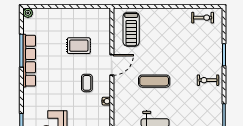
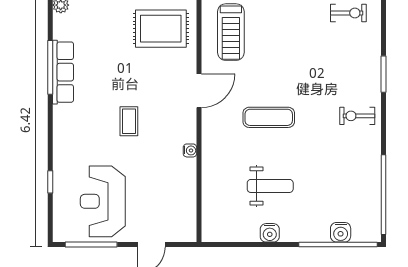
rug: (79, 46) -> (161, 29), moved, width x1.36, depth x1.43
row of seats: (29, 61) -> (63, 72), width x0.73
coffee table: (87, 83) -> (129, 121), moved

